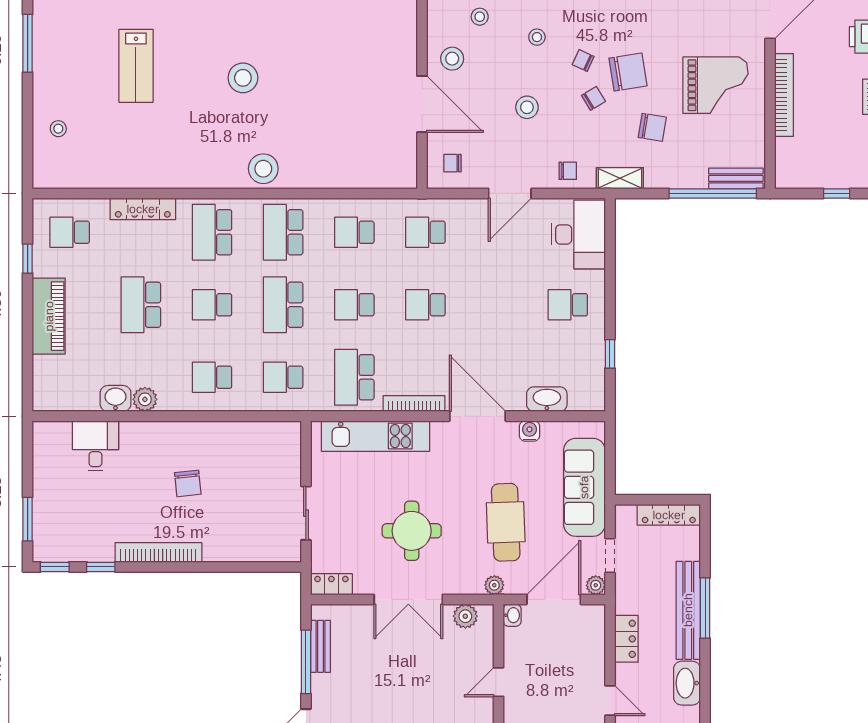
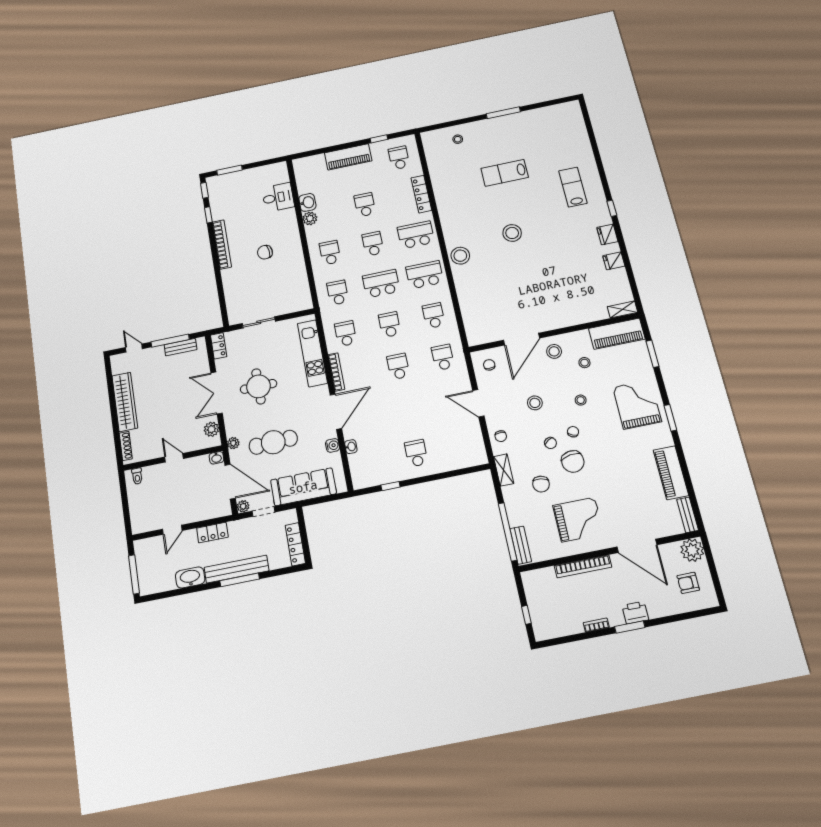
grand piano: (715, 85) -> (578, 520), turned -90
desk: (578, 234) -> (462, 451), removed
school desk: (141, 305) -> (365, 205), width x0.54
school desk: (354, 377) -> (346, 334), width x0.54
washbasin: (547, 399) -> (351, 447), width x0.52, depth x0.69

